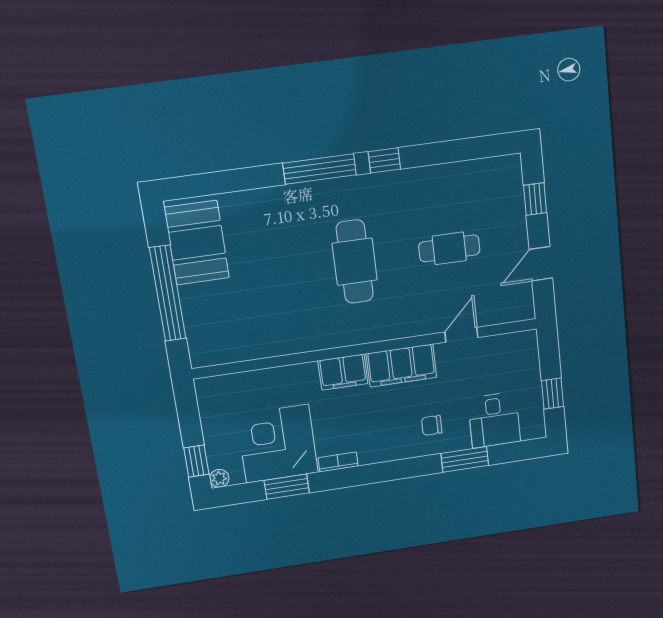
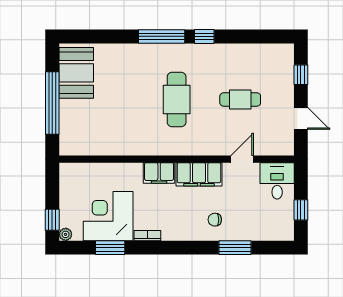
door: (541, 264) -> (301, 118), swing flipped
desk: (494, 420) -> (277, 181), moved, turned 180

